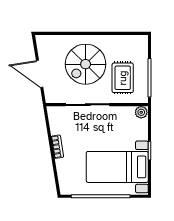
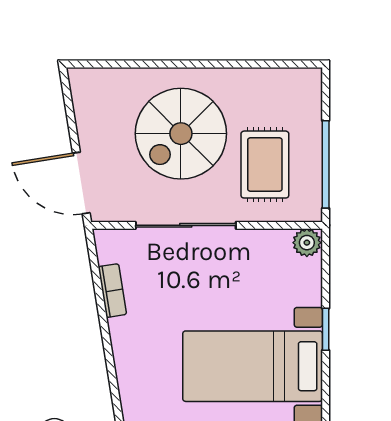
door: (40, 74) -> (81, 183), moved
bookcase: (57, 147) -> (112, 291), moved

